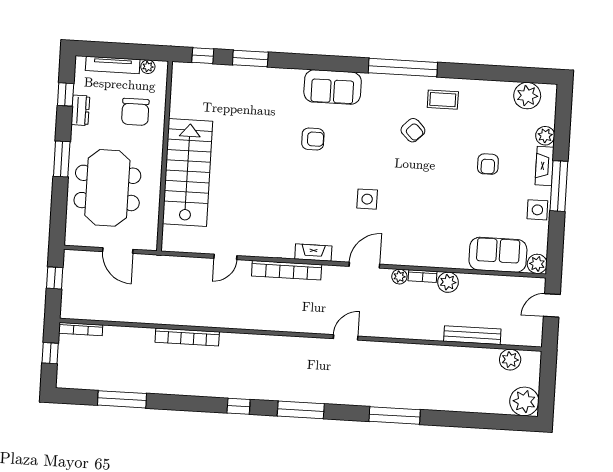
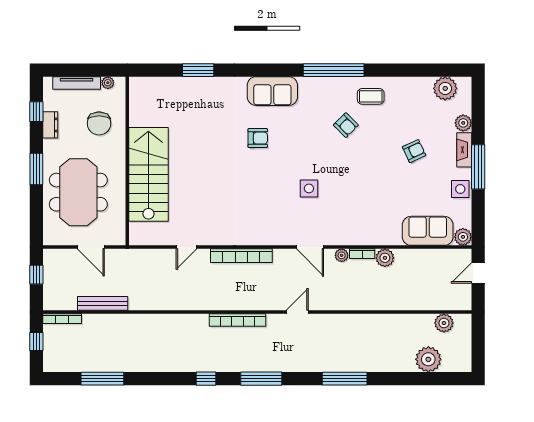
window: (203, 56) -> (156, 70), removed
armchair: (488, 164) -> (414, 151), turned -115
fireplace: (313, 253) -> (264, 239), removed
door: (364, 265) -> (310, 247), swing flipped
bench: (472, 335) -> (103, 303), moved
bookcase: (187, 337) -> (238, 320), moved
plant: (524, 401) -> (428, 359), moved

